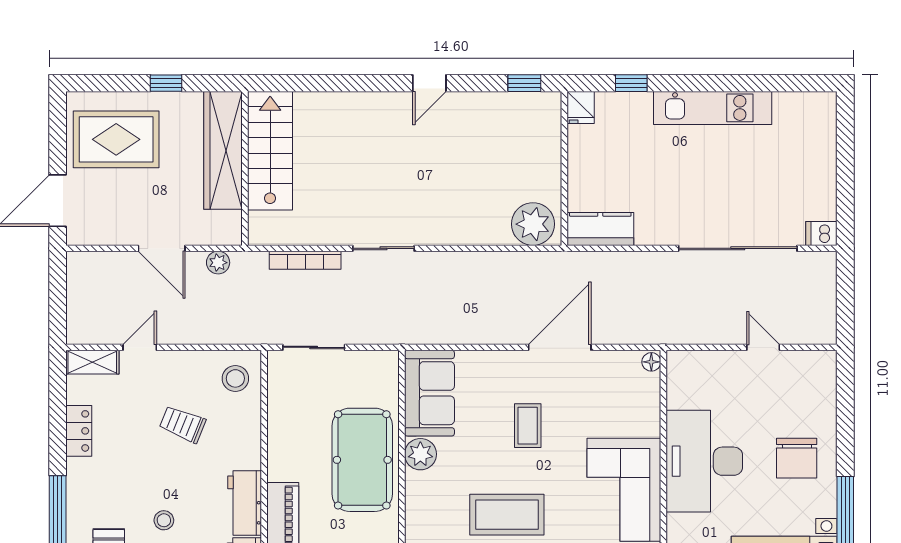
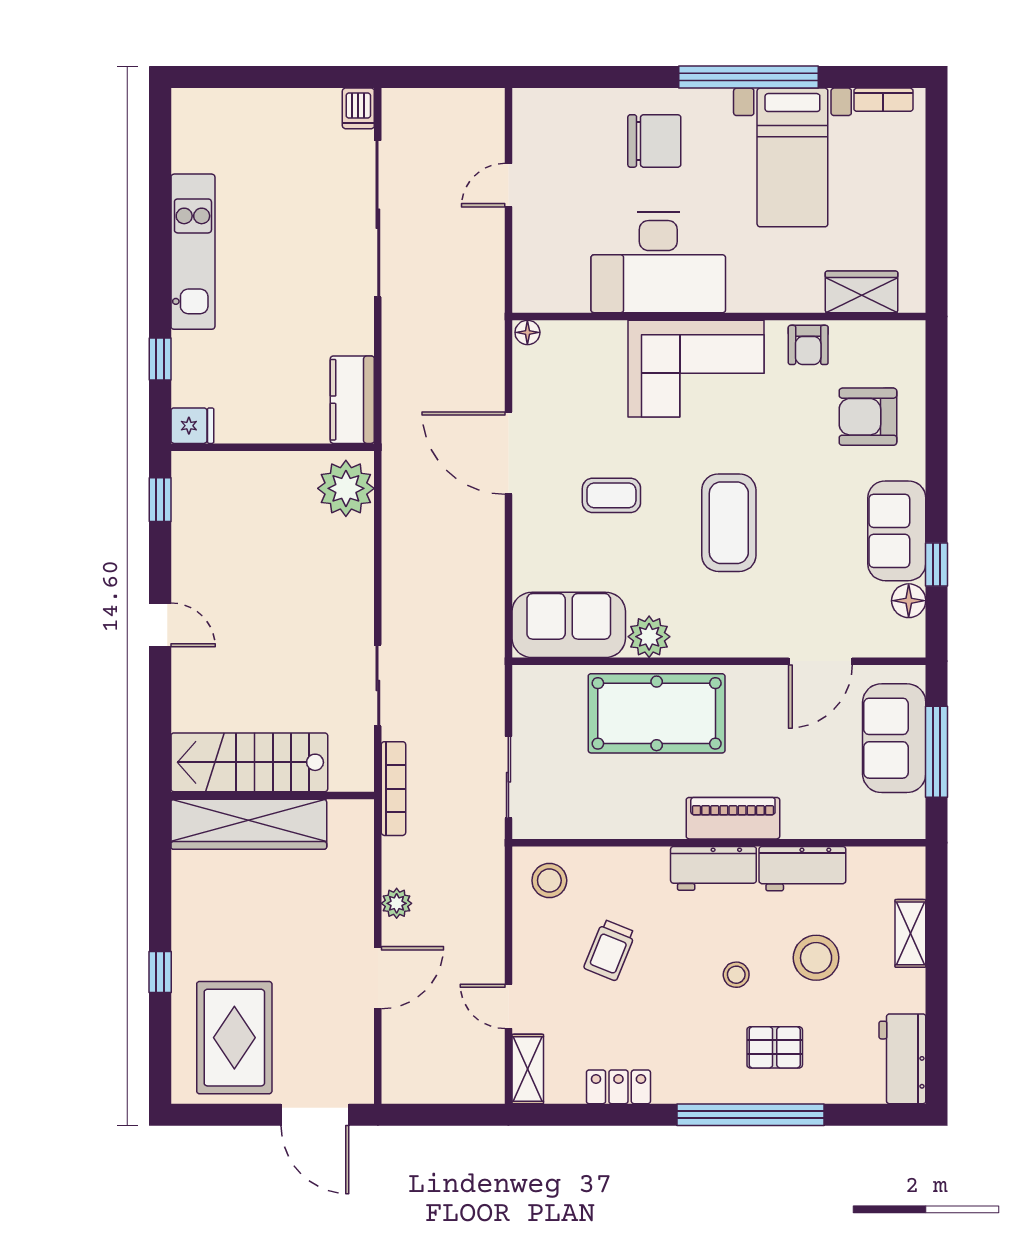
wardrobe: (223, 150) -> (249, 824), moved
stairs: (270, 151) -> (249, 762), moved
wall: (245, 168) -> (273, 795), moved

